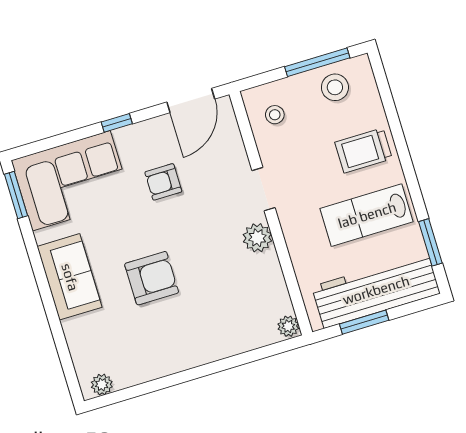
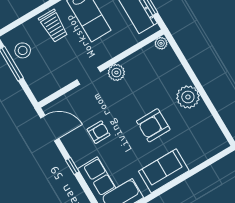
stool: (275, 115) -> (46, 80), removed
armchair: (163, 182) -> (98, 132), turned -90
armchair: (152, 278) -> (153, 125), turned -90
plant: (102, 385) -> (188, 97), moved, width x1.88, depth x1.88

